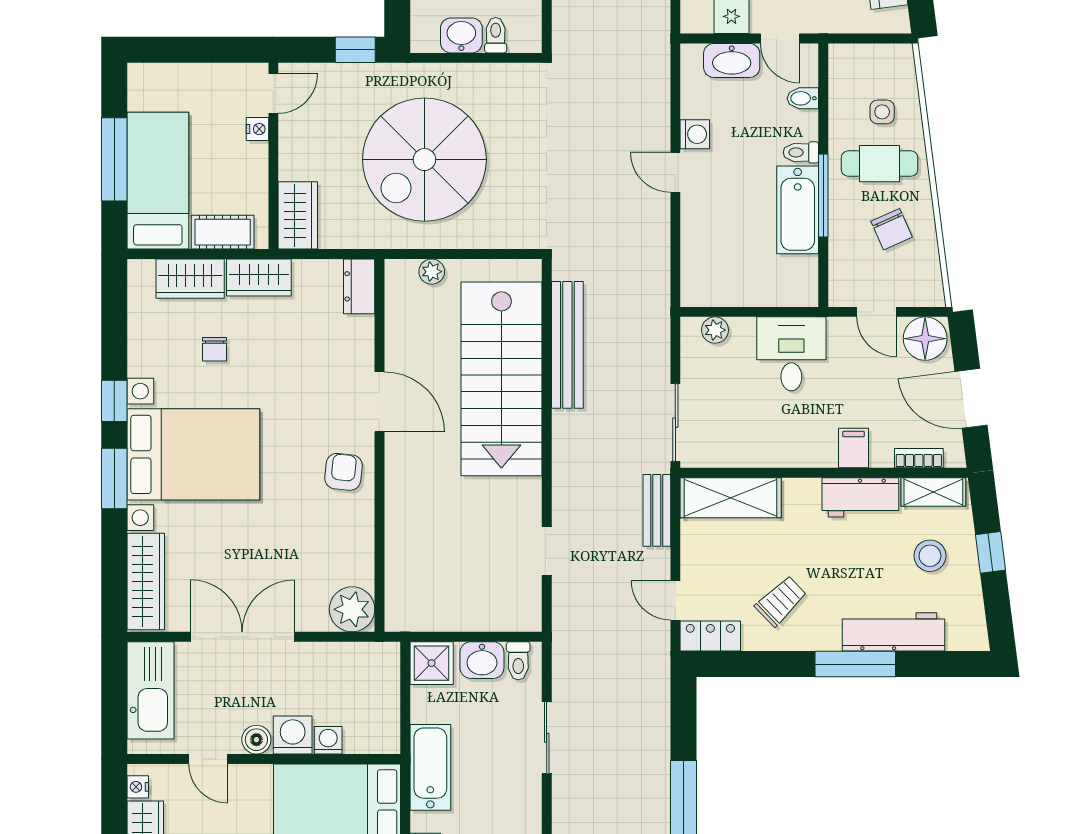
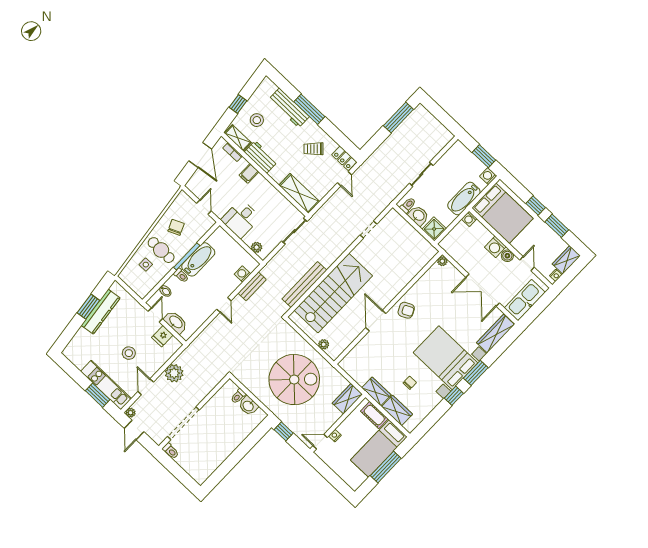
washing machine: (695, 134) -> (242, 274), moved
dresser: (359, 286) -> (349, 361), removed
floor lamp: (925, 339) -> (197, 186), removed
armchair: (343, 472) -> (406, 310), turned -122
bench: (657, 510) -> (252, 286), moved
plant: (352, 609) -> (442, 261), width x0.53, depth x0.53
washing machine: (328, 740) -> (469, 219), moved

